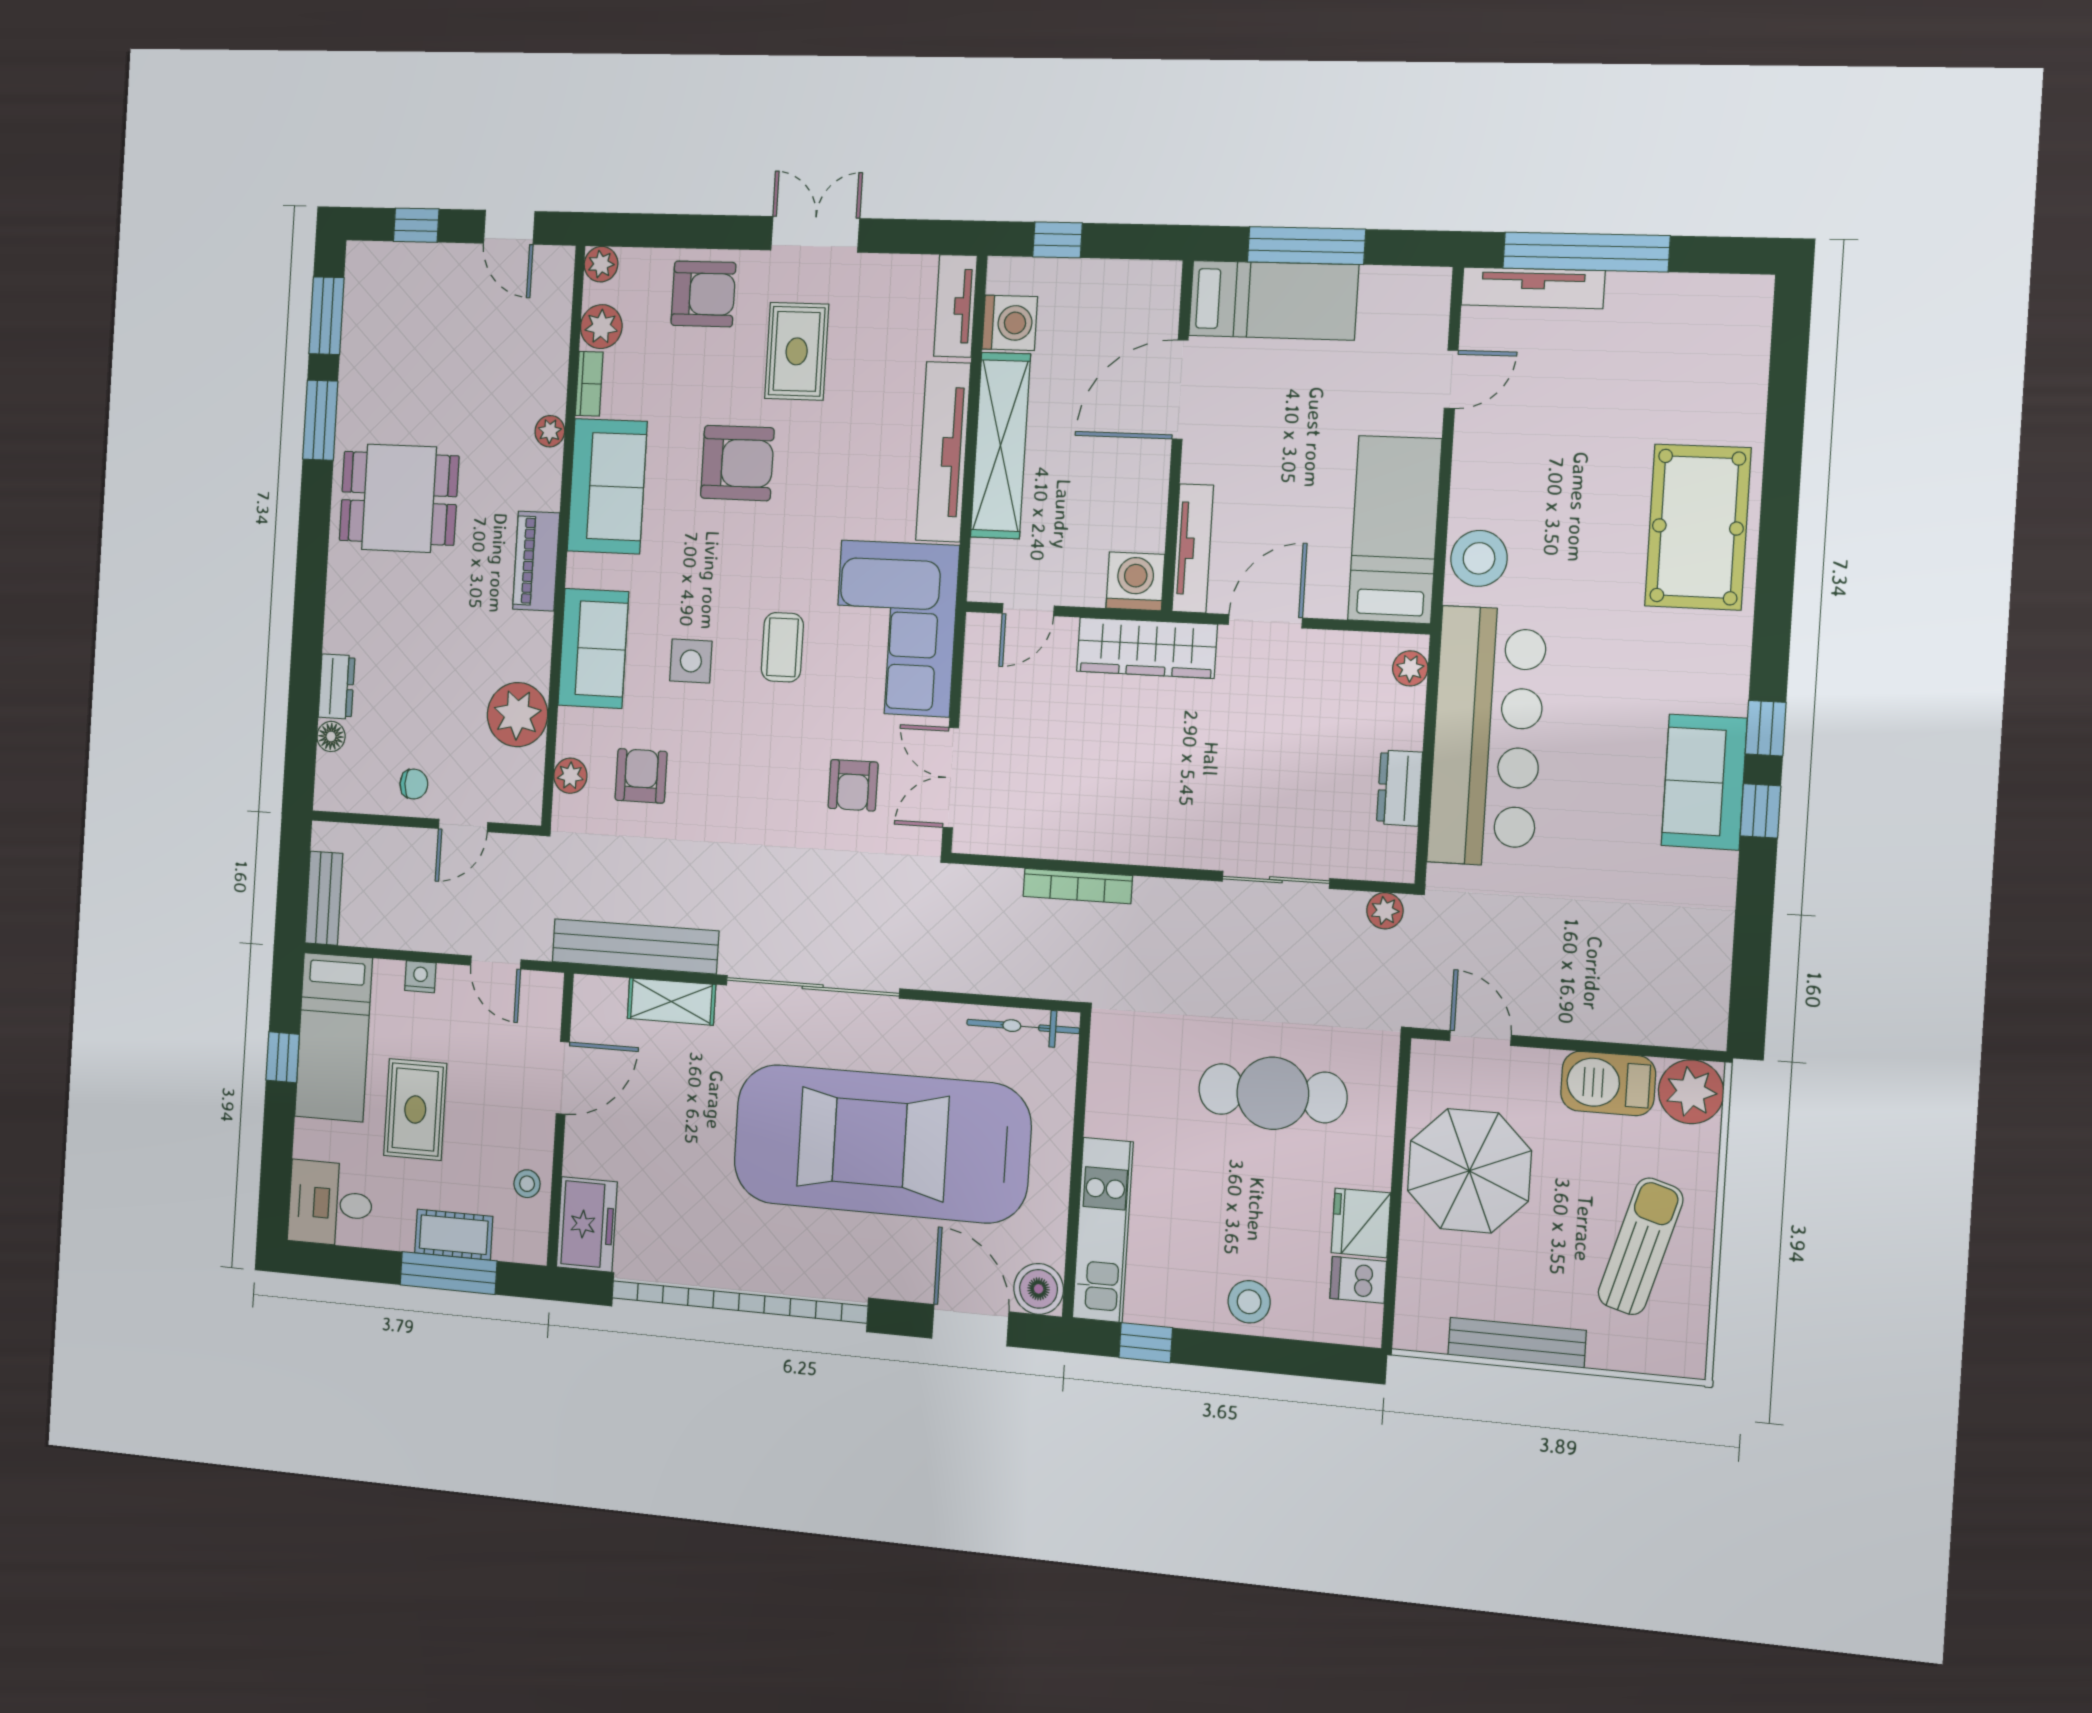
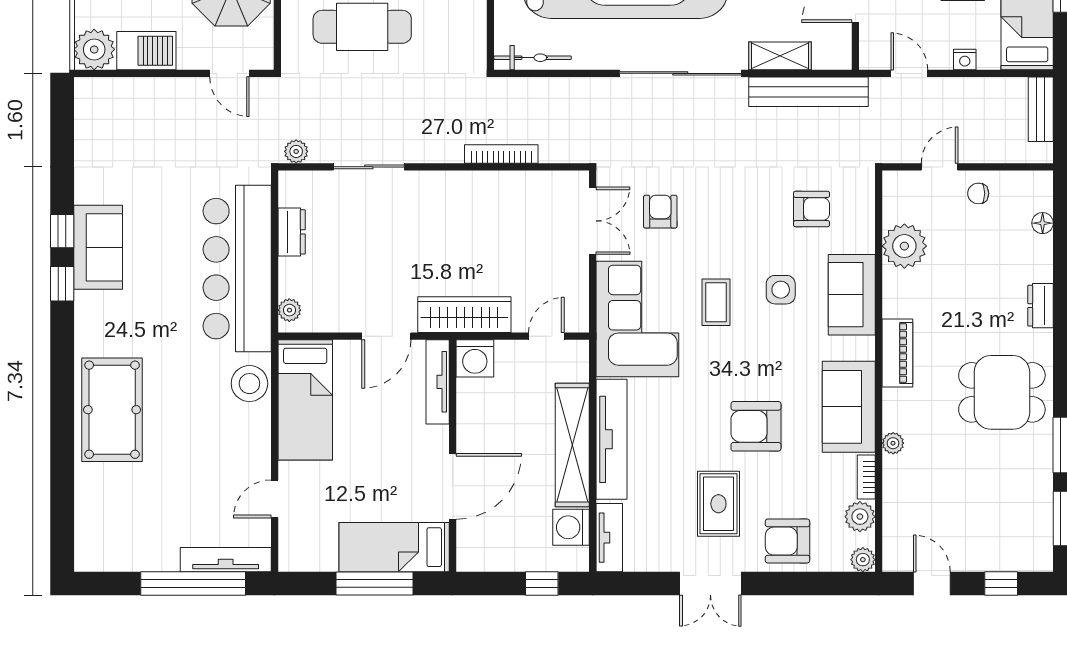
dresser: (337, 686) -> (1041, 306), moved
plant: (570, 776) -> (863, 206), removed
armchair: (641, 776) -> (812, 209), turned -90

